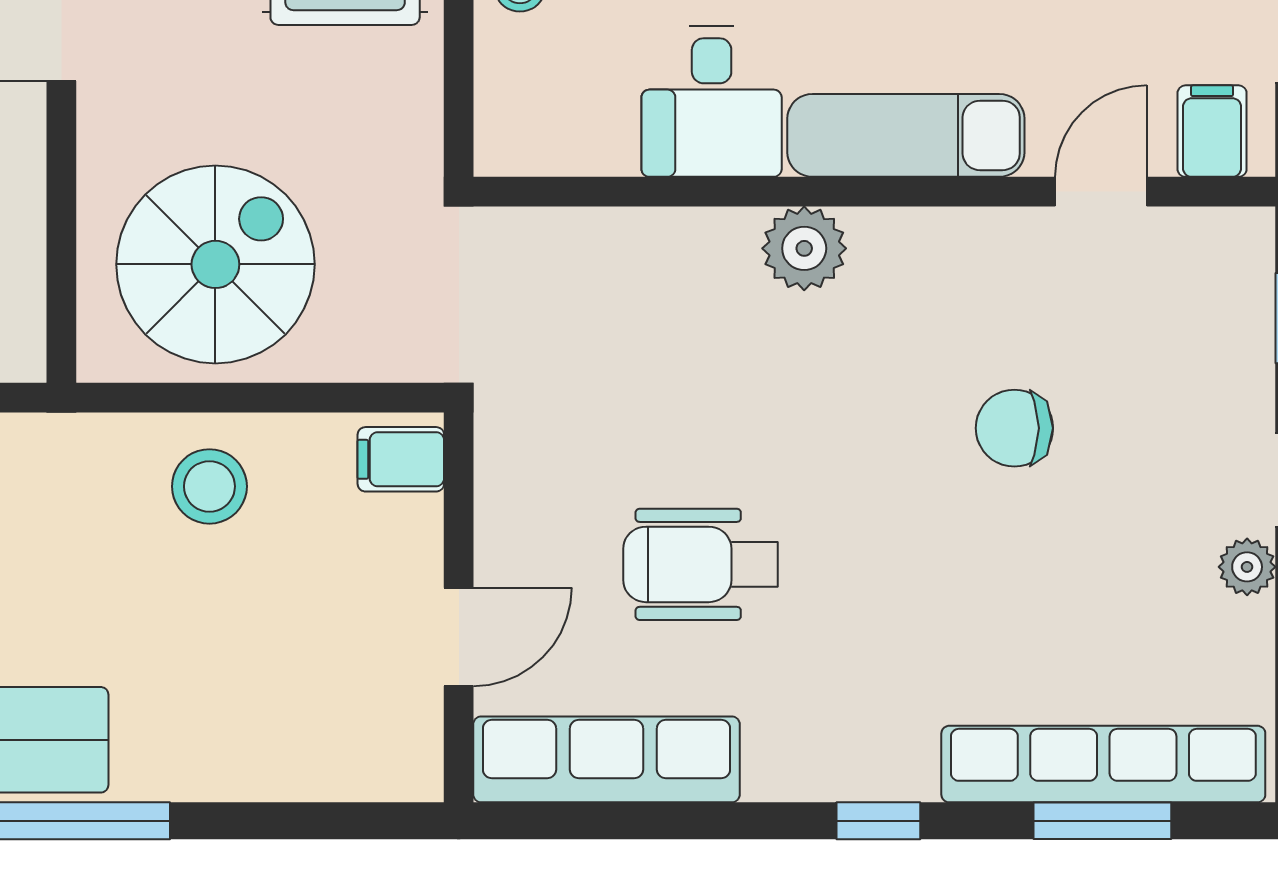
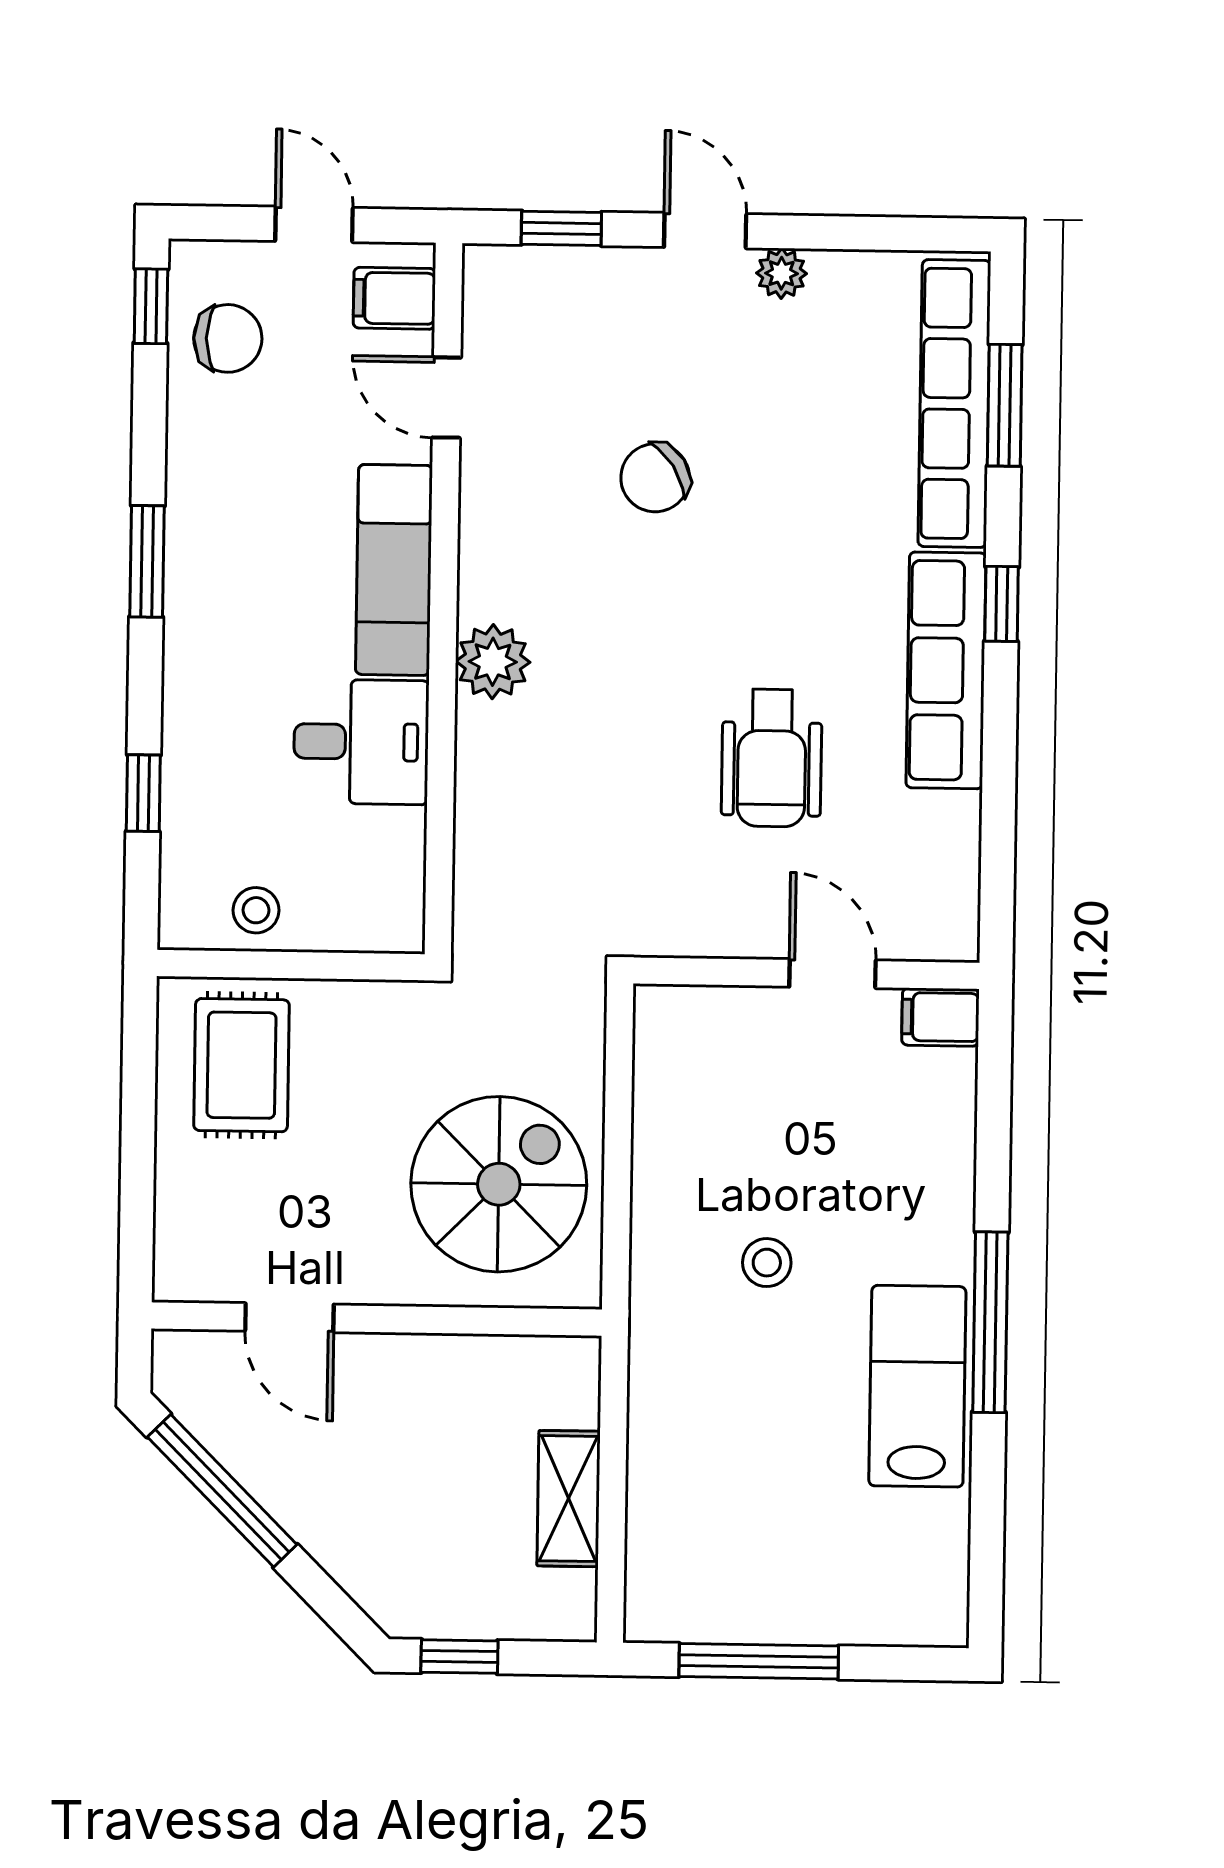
spiral stairs: (215, 264) -> (499, 1184), turned 90
chair: (1014, 428) -> (655, 478), turned 57
filing cabinet: (401, 459) -> (940, 1017), moved, turned 90
stool: (209, 486) -> (767, 1263), moved, width x0.73, depth x0.73
row of seats: (607, 759) -> (946, 670), moved

